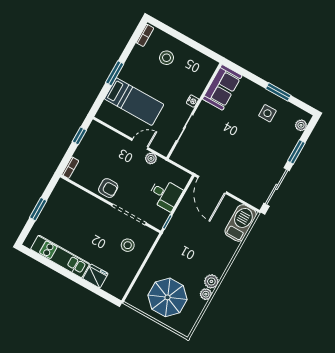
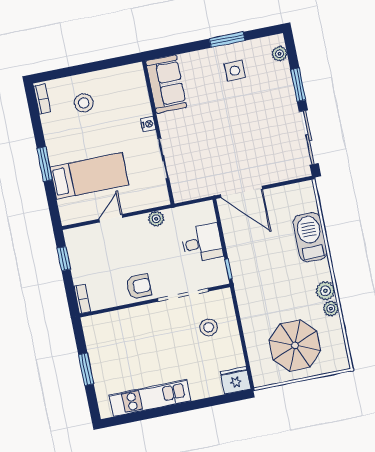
door: (140, 144) -> (111, 218), moved
barbecue: (241, 223) -> (310, 237), moved
fridge: (95, 276) -> (235, 380), moved

